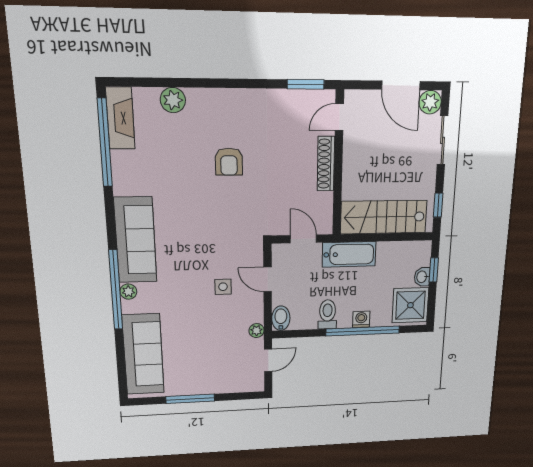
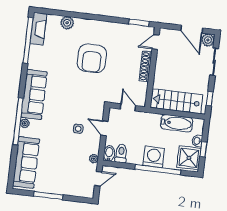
armchair: (229, 162) -> (92, 58), width x1.88, depth x1.88
bathtub: (349, 254) -> (177, 123), moved
window: (434, 270) -> (203, 149), moved
toilet: (327, 314) -> (121, 153), moved
washing machine: (361, 319) -> (154, 157), width x1.89, depth x1.89

